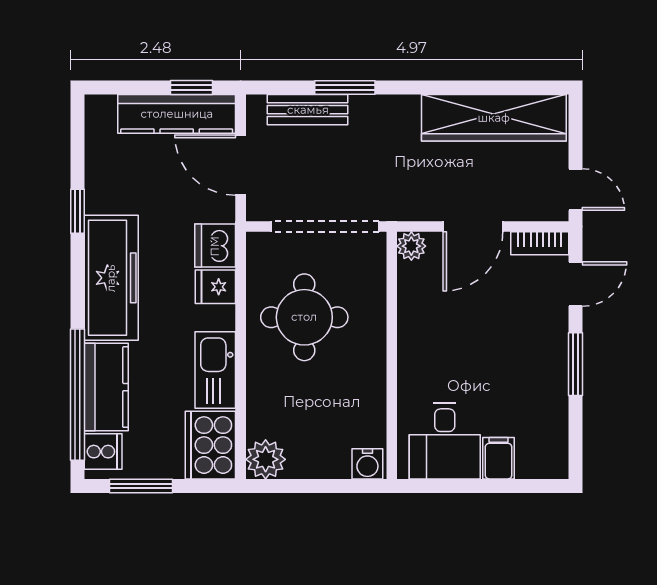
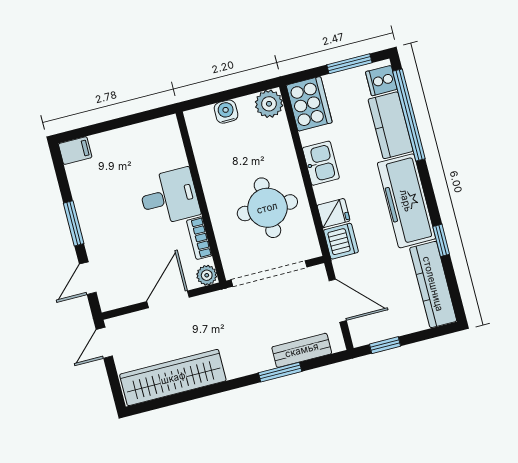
kitchen counter: (177, 114) -> (433, 284), moved, turned -90
door: (576, 189) -> (104, 343), hinge flipped
bookcase: (540, 243) -> (199, 238), moved, turned -90
kitchen sink: (215, 370) -> (321, 163), width x0.73
desk: (445, 441) -> (169, 197), moved, turned 90
filing cabinet: (499, 458) -> (75, 151), moved, turned -90
water cooler: (367, 464) -> (226, 112), moved

